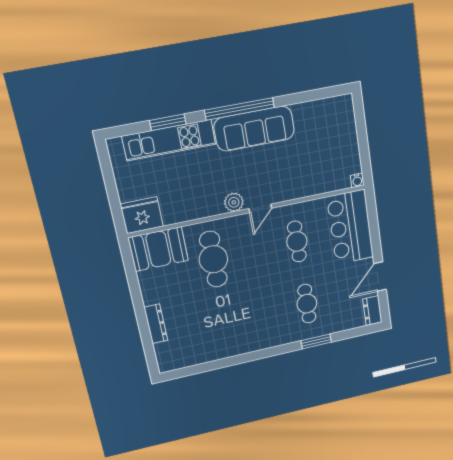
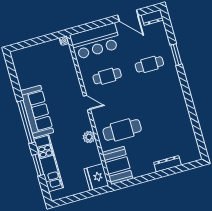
plant: (234, 202) -> (89, 137), moved

